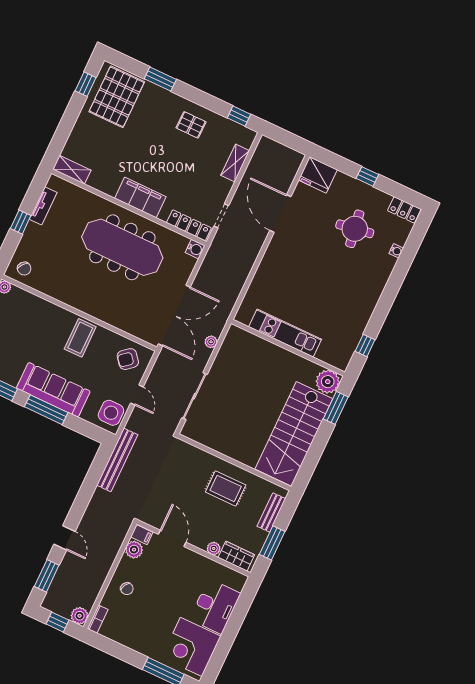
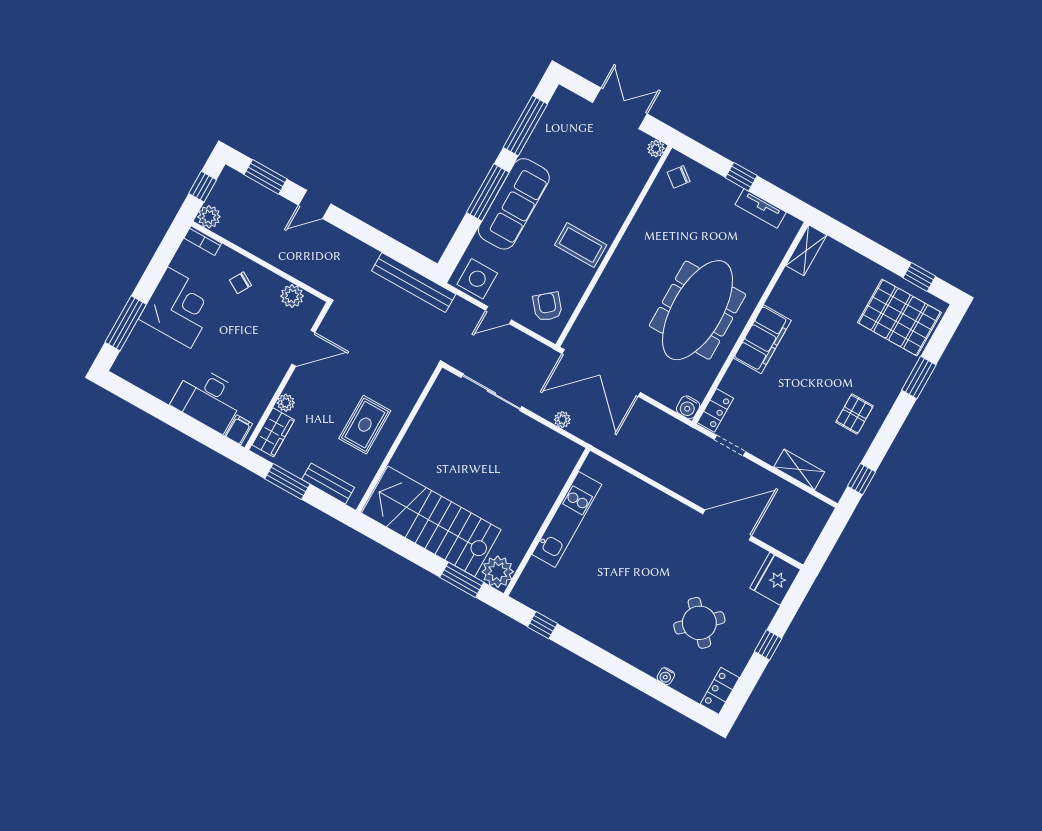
locker: (189, 225) -> (715, 410), width x0.66
round table: (355, 229) -> (699, 623), turned -34
filing cabinet: (142, 535) -> (239, 430), moved, turned 180
corner desk: (191, 647) -> (179, 308), moved, turned 90

